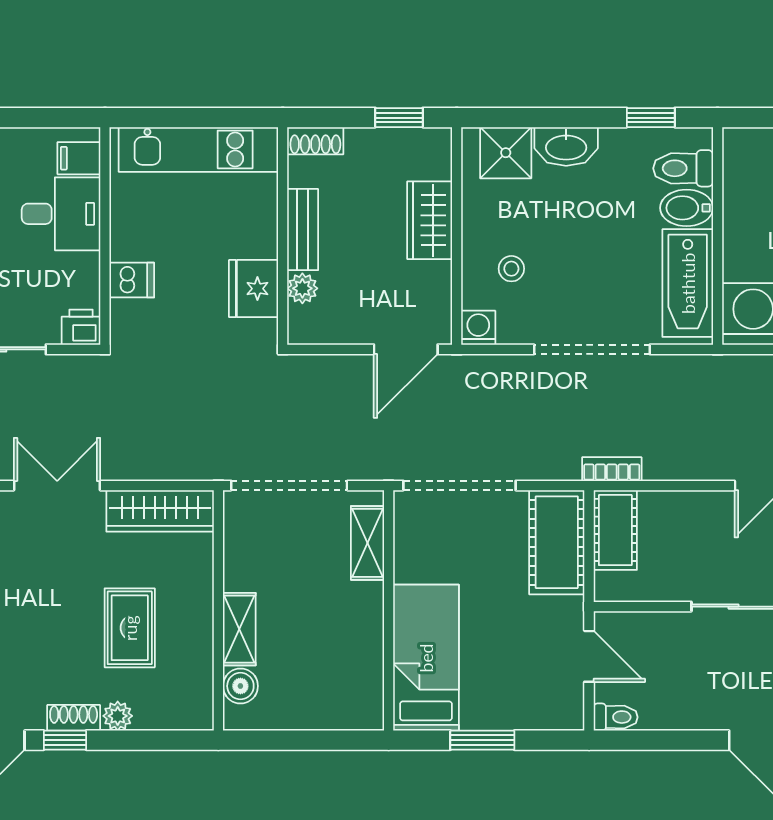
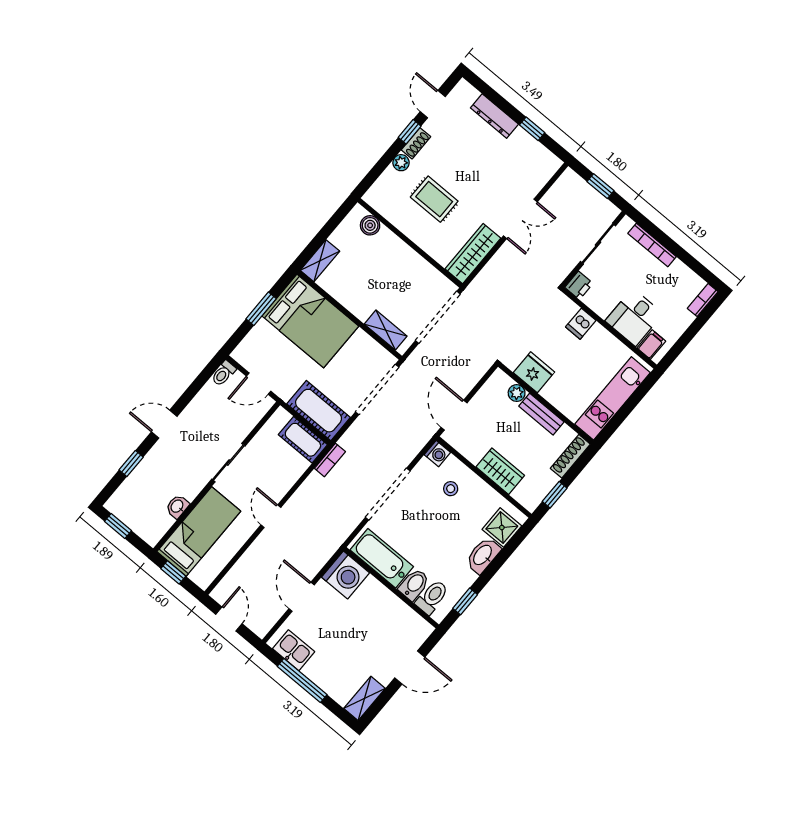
shoe rack: (315, 141) -> (570, 456), width x1.43
shelving: (239, 629) -> (320, 261), moved, turned 90
bed: (426, 658) -> (310, 321), width x1.50

